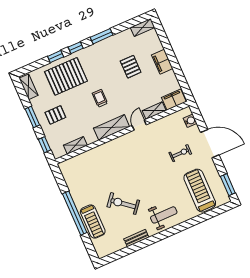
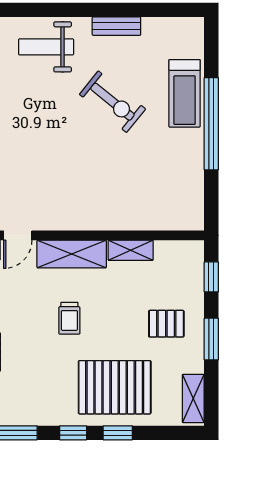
shelving: (75, 145) -> (131, 250), moved
treadmill: (93, 221) -> (185, 93), turned 180

